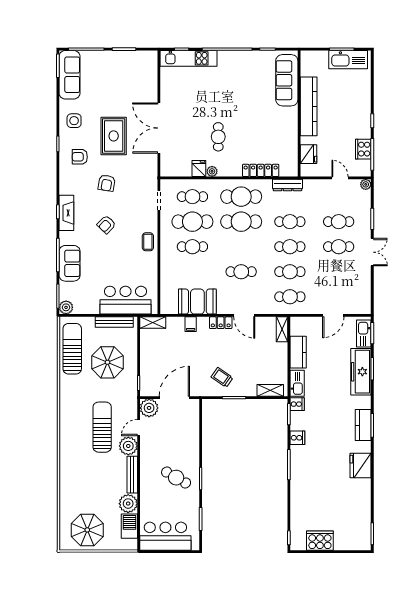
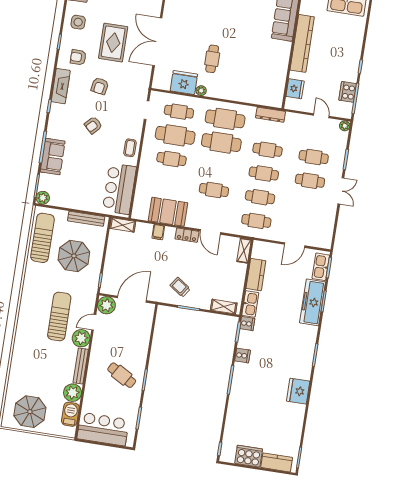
fridge: (199, 168) -> (184, 82), width x1.88, depth x1.34
locker: (261, 170) -> (247, 97), removed
fireplace: (66, 213) -> (61, 86), moved
bar counter: (125, 300) -> (119, 189), moved, turned -90
kitchen counter: (363, 425) -> (277, 462), moved, turned 90

